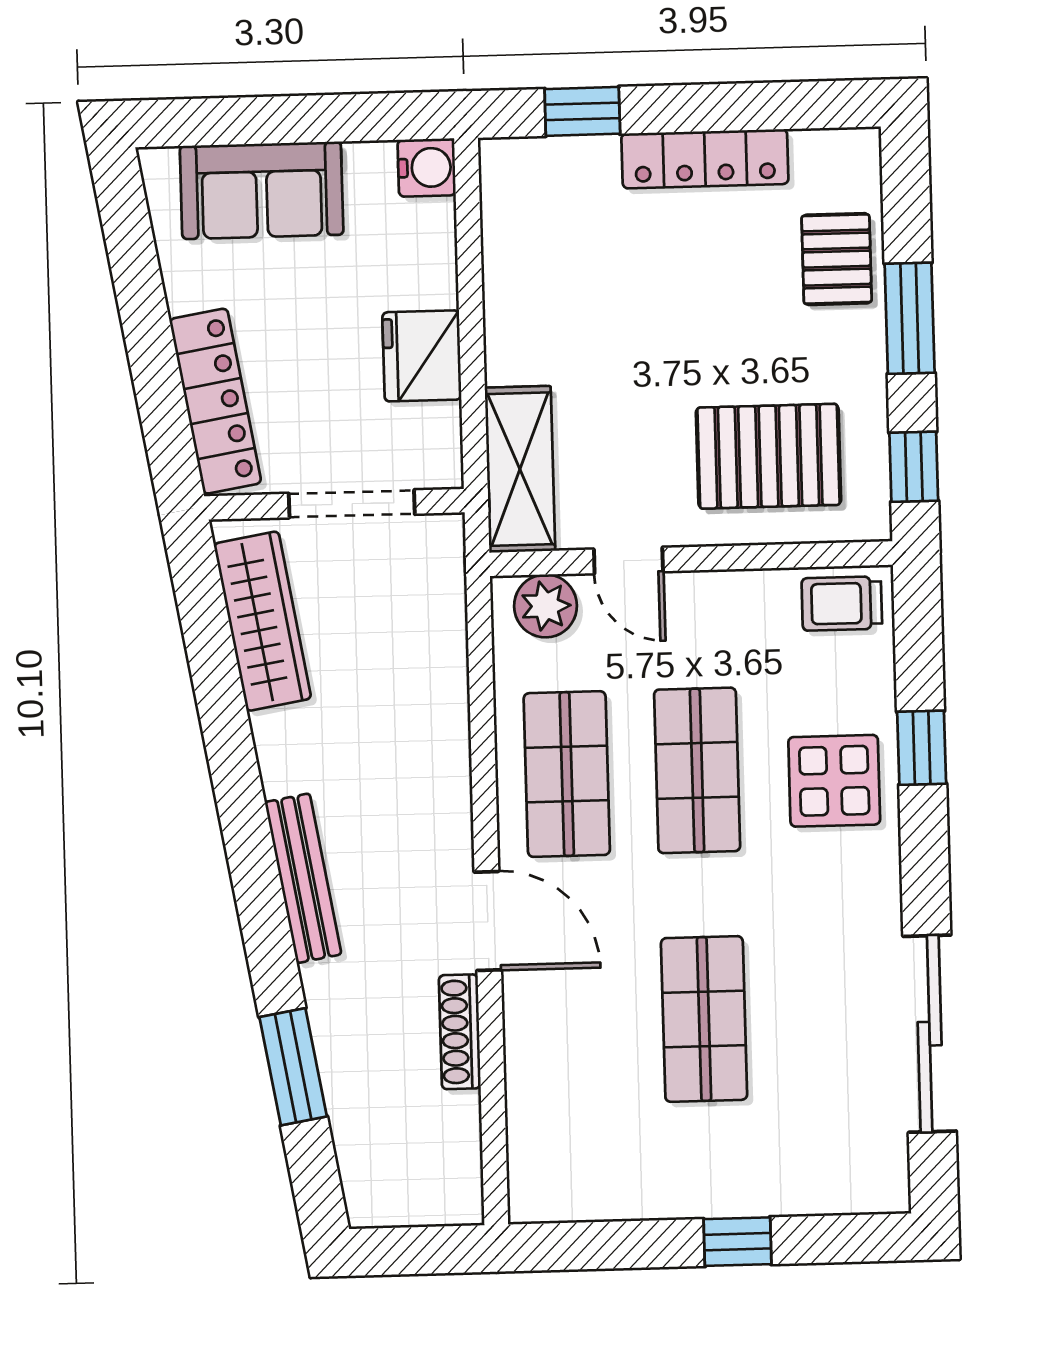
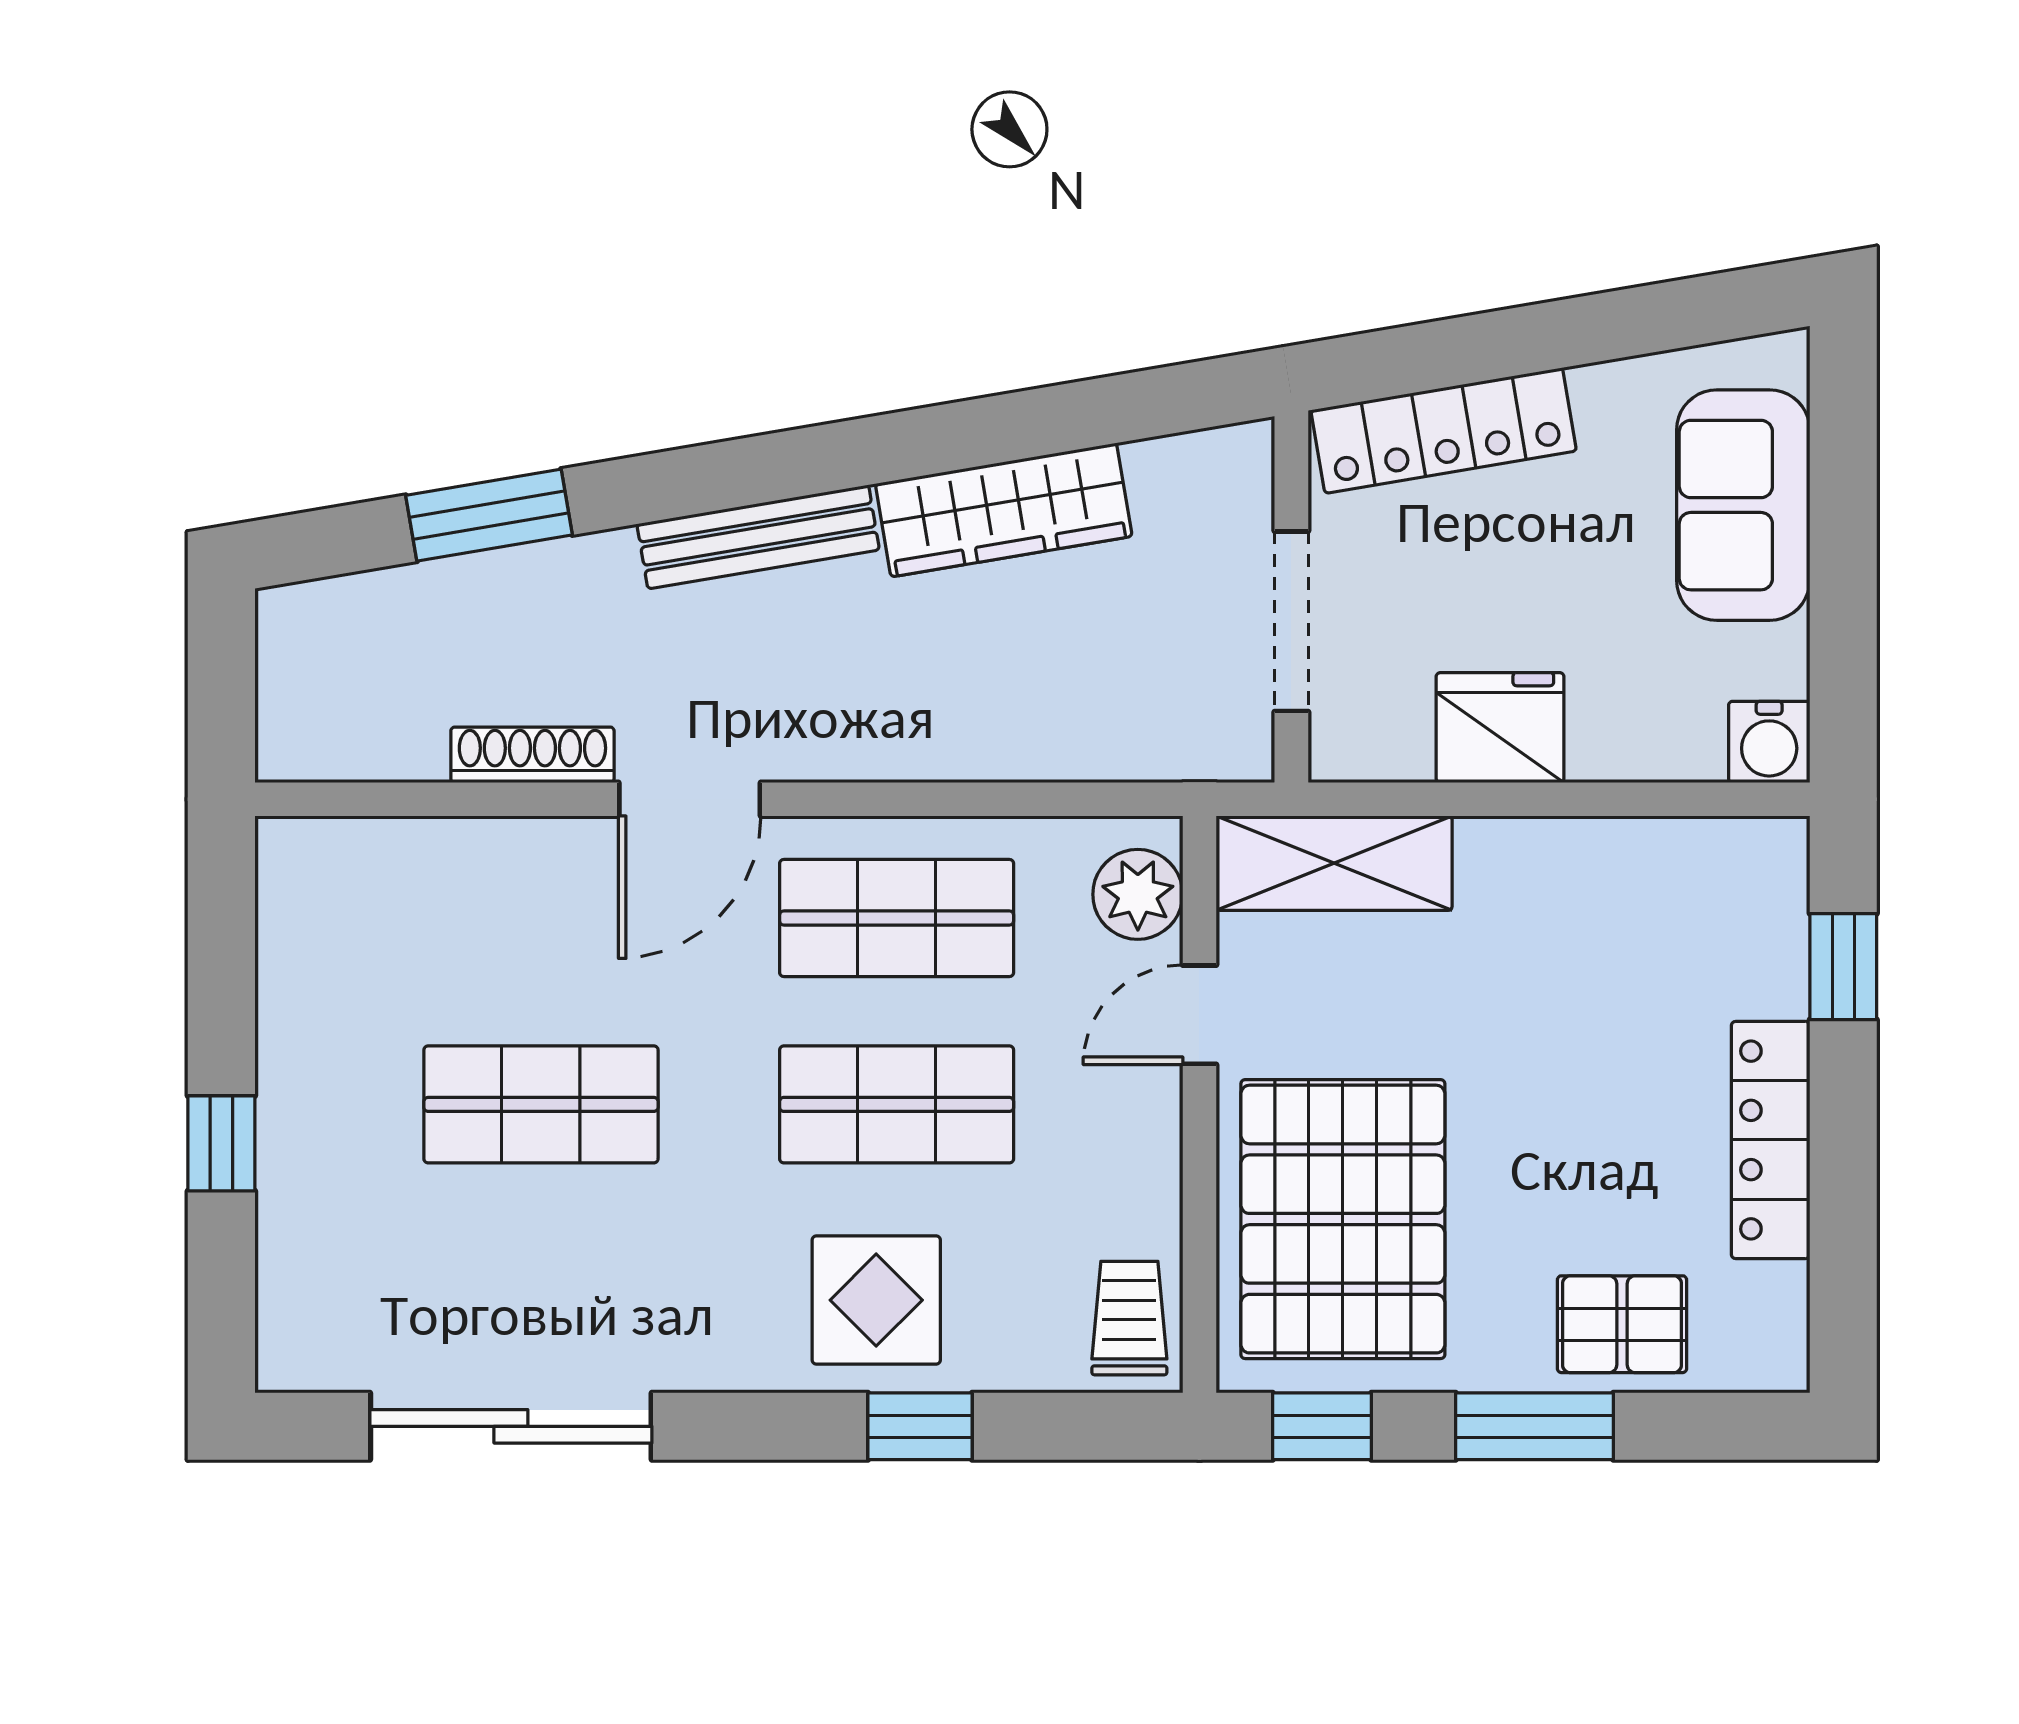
pallet: (769, 456) -> (1343, 1219), width x1.37, depth x1.41
wardrobe: (263, 621) -> (1004, 510), moved

